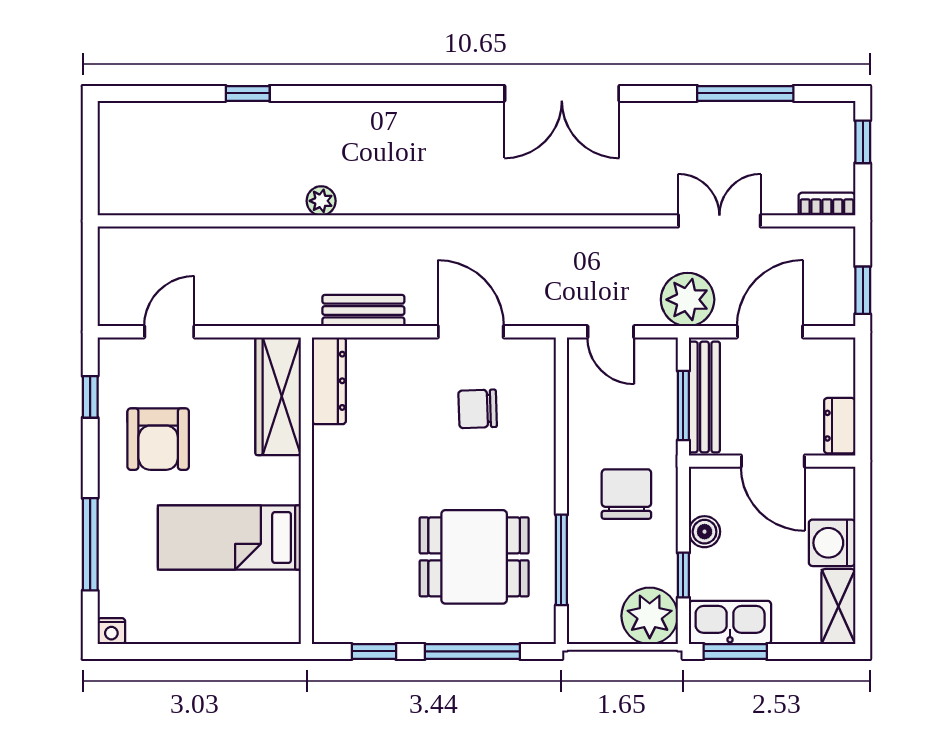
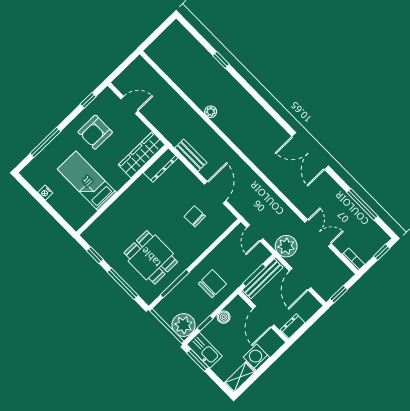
door: (770, 332) -> (300, 279), swing flipped
nightstand: (111, 631) -> (45, 193), moved

